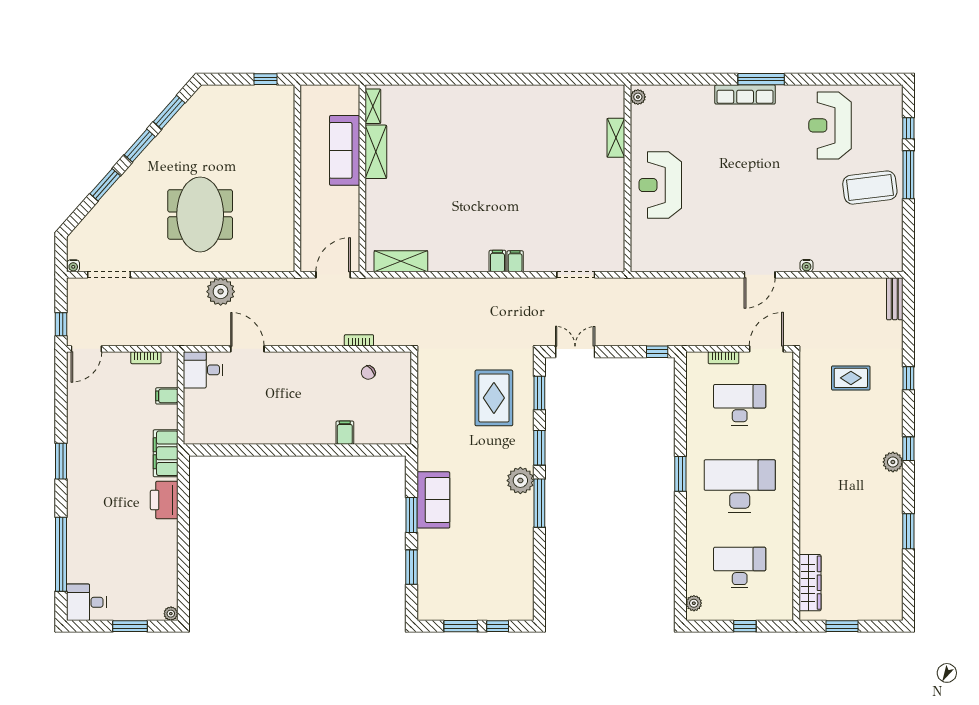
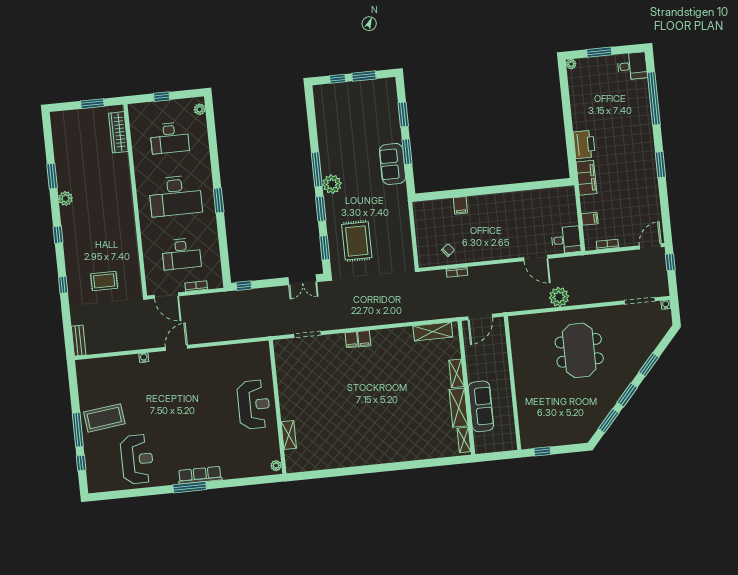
shelving: (374, 200) -> (457, 373), added
door: (766, 349) -> (166, 296), hinge flipped
plant: (893, 462) -> (66, 199), moved

